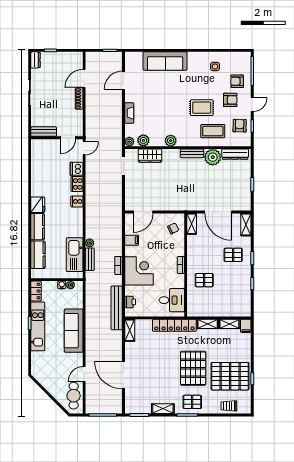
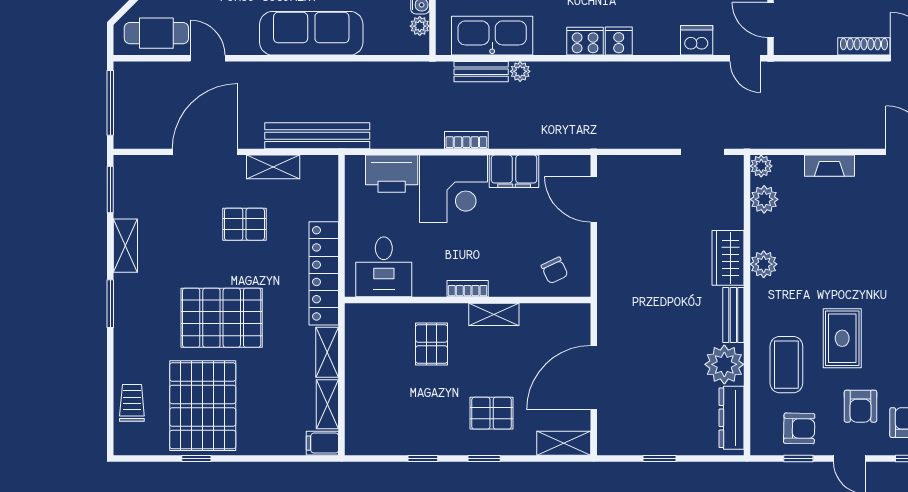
wardrobe: (150, 156) -> (728, 258), moved
cooker: (77, 184) -> (585, 41), moved
shelving: (192, 224) -> (494, 314), moved
filing cabinet: (132, 240) -> (514, 171), width x2.00
pallet: (233, 255) -> (492, 413), turned 90
printer: (130, 302) -> (392, 174), width x1.87, depth x1.48
bench: (117, 308) -> (317, 136), moved
shelving: (130, 330) -> (273, 167), moved
pallet: (192, 402) -> (244, 224), moved, turned 90

